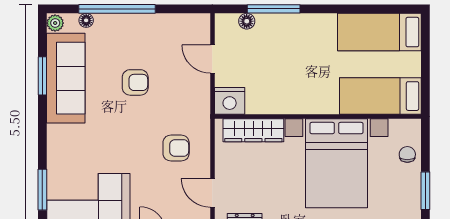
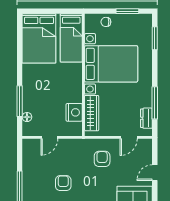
bed: (379, 32) -> (39, 38), width x1.50
nightstand: (230, 101) -> (74, 112), moved

